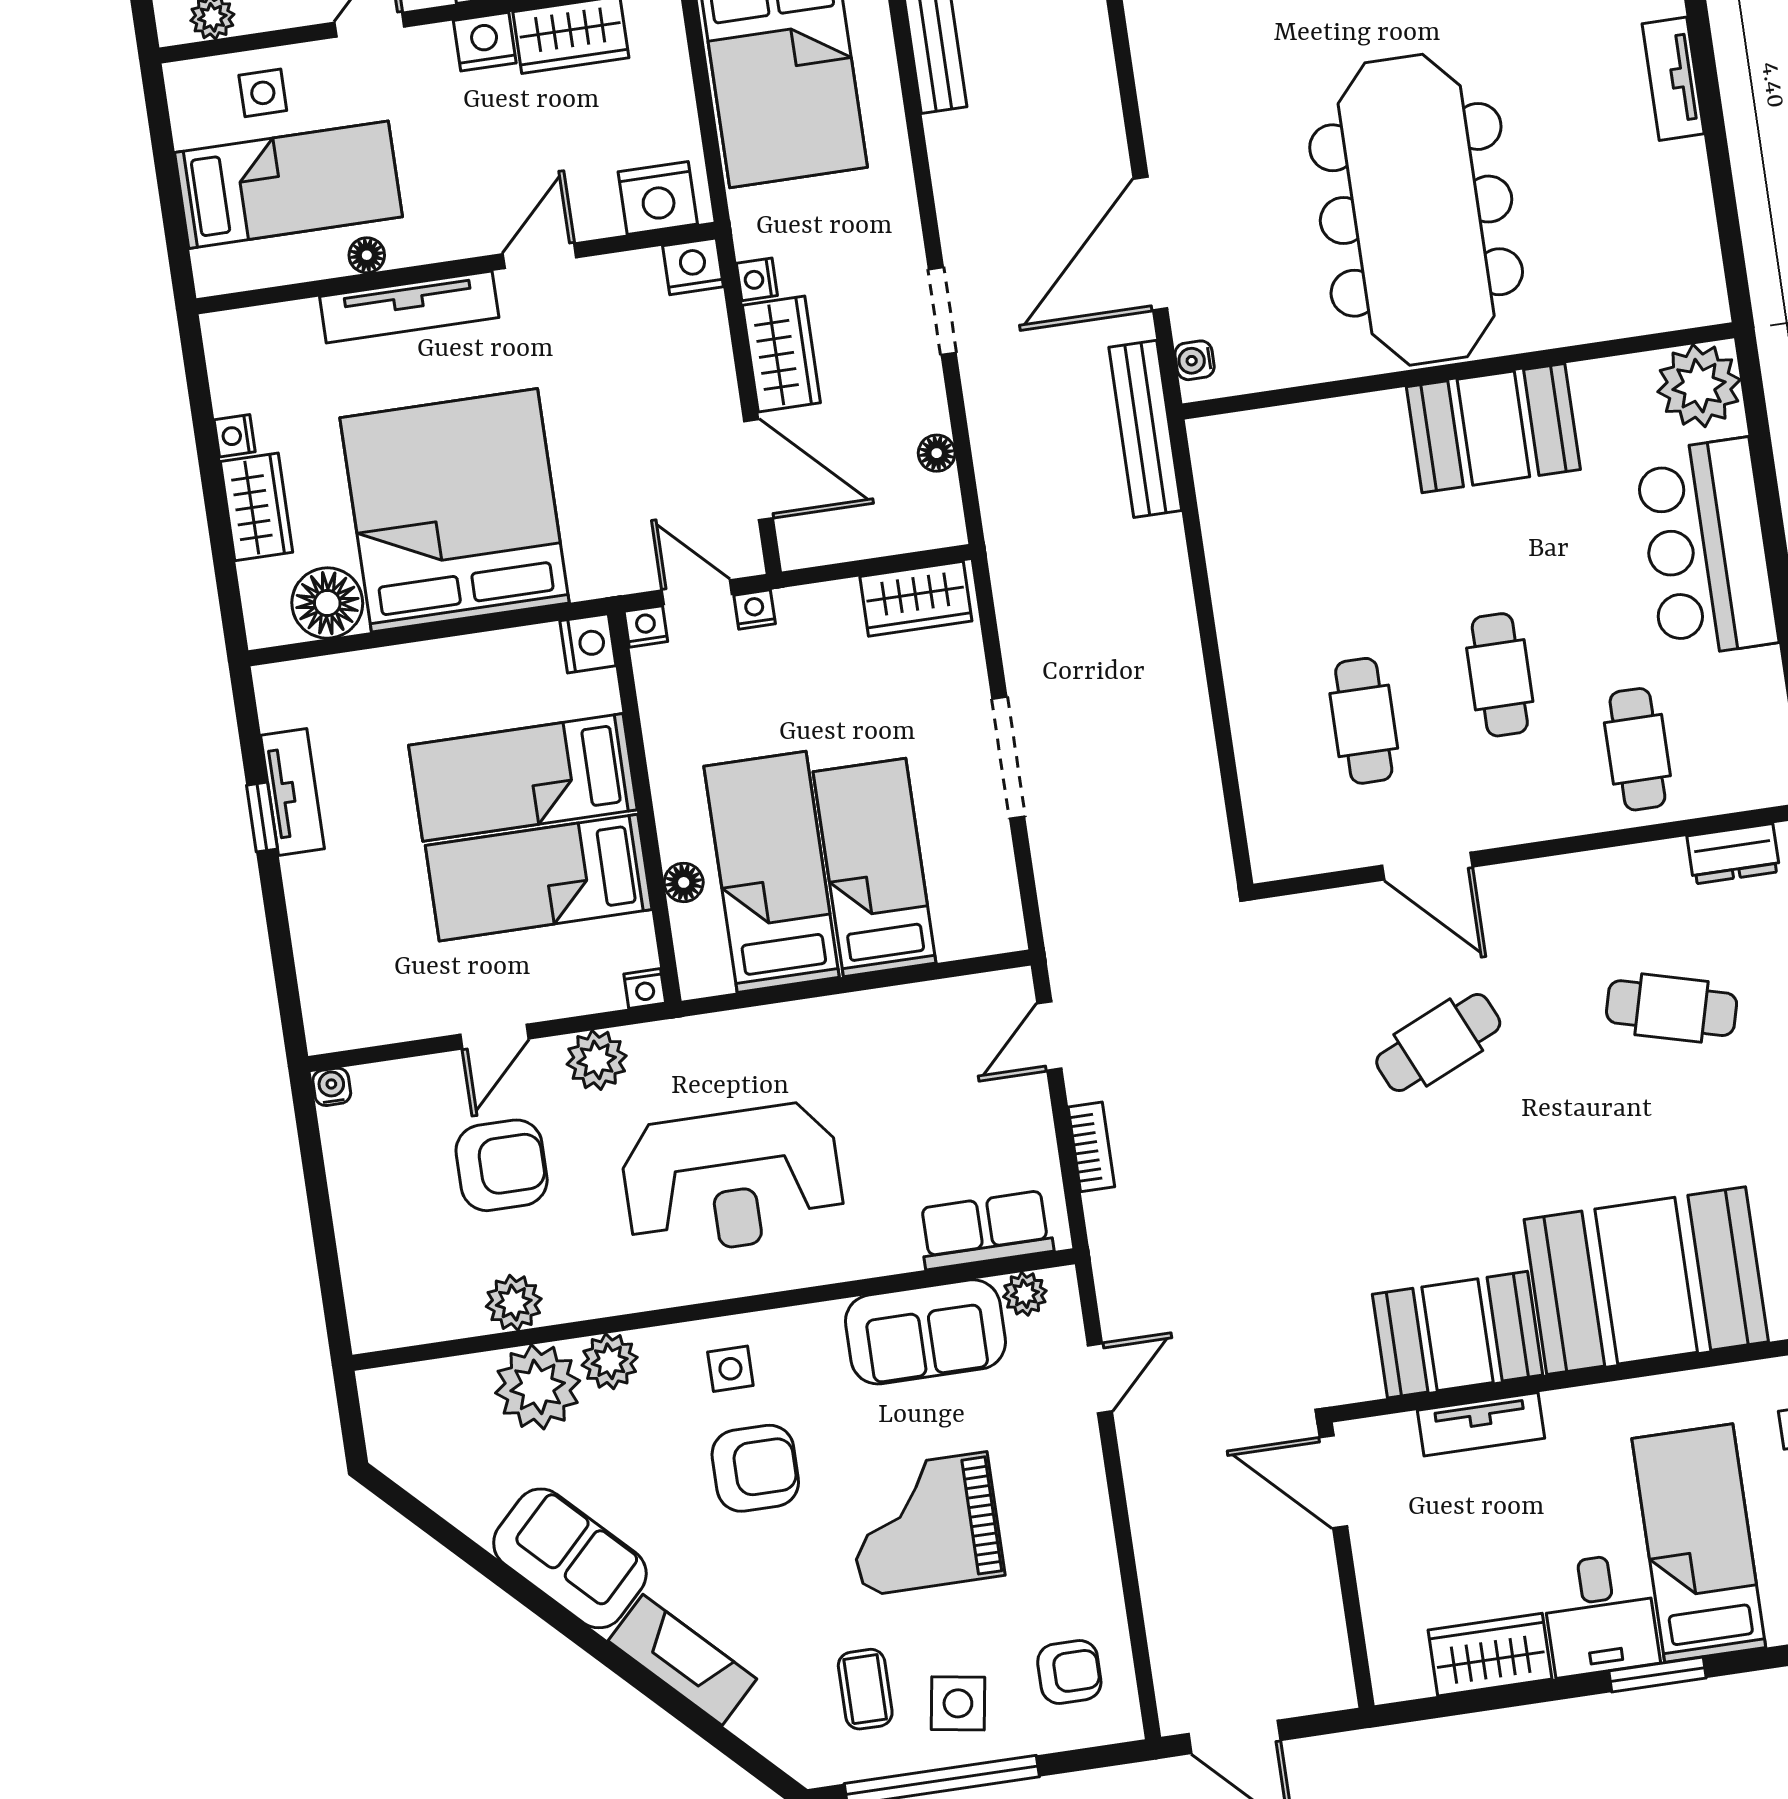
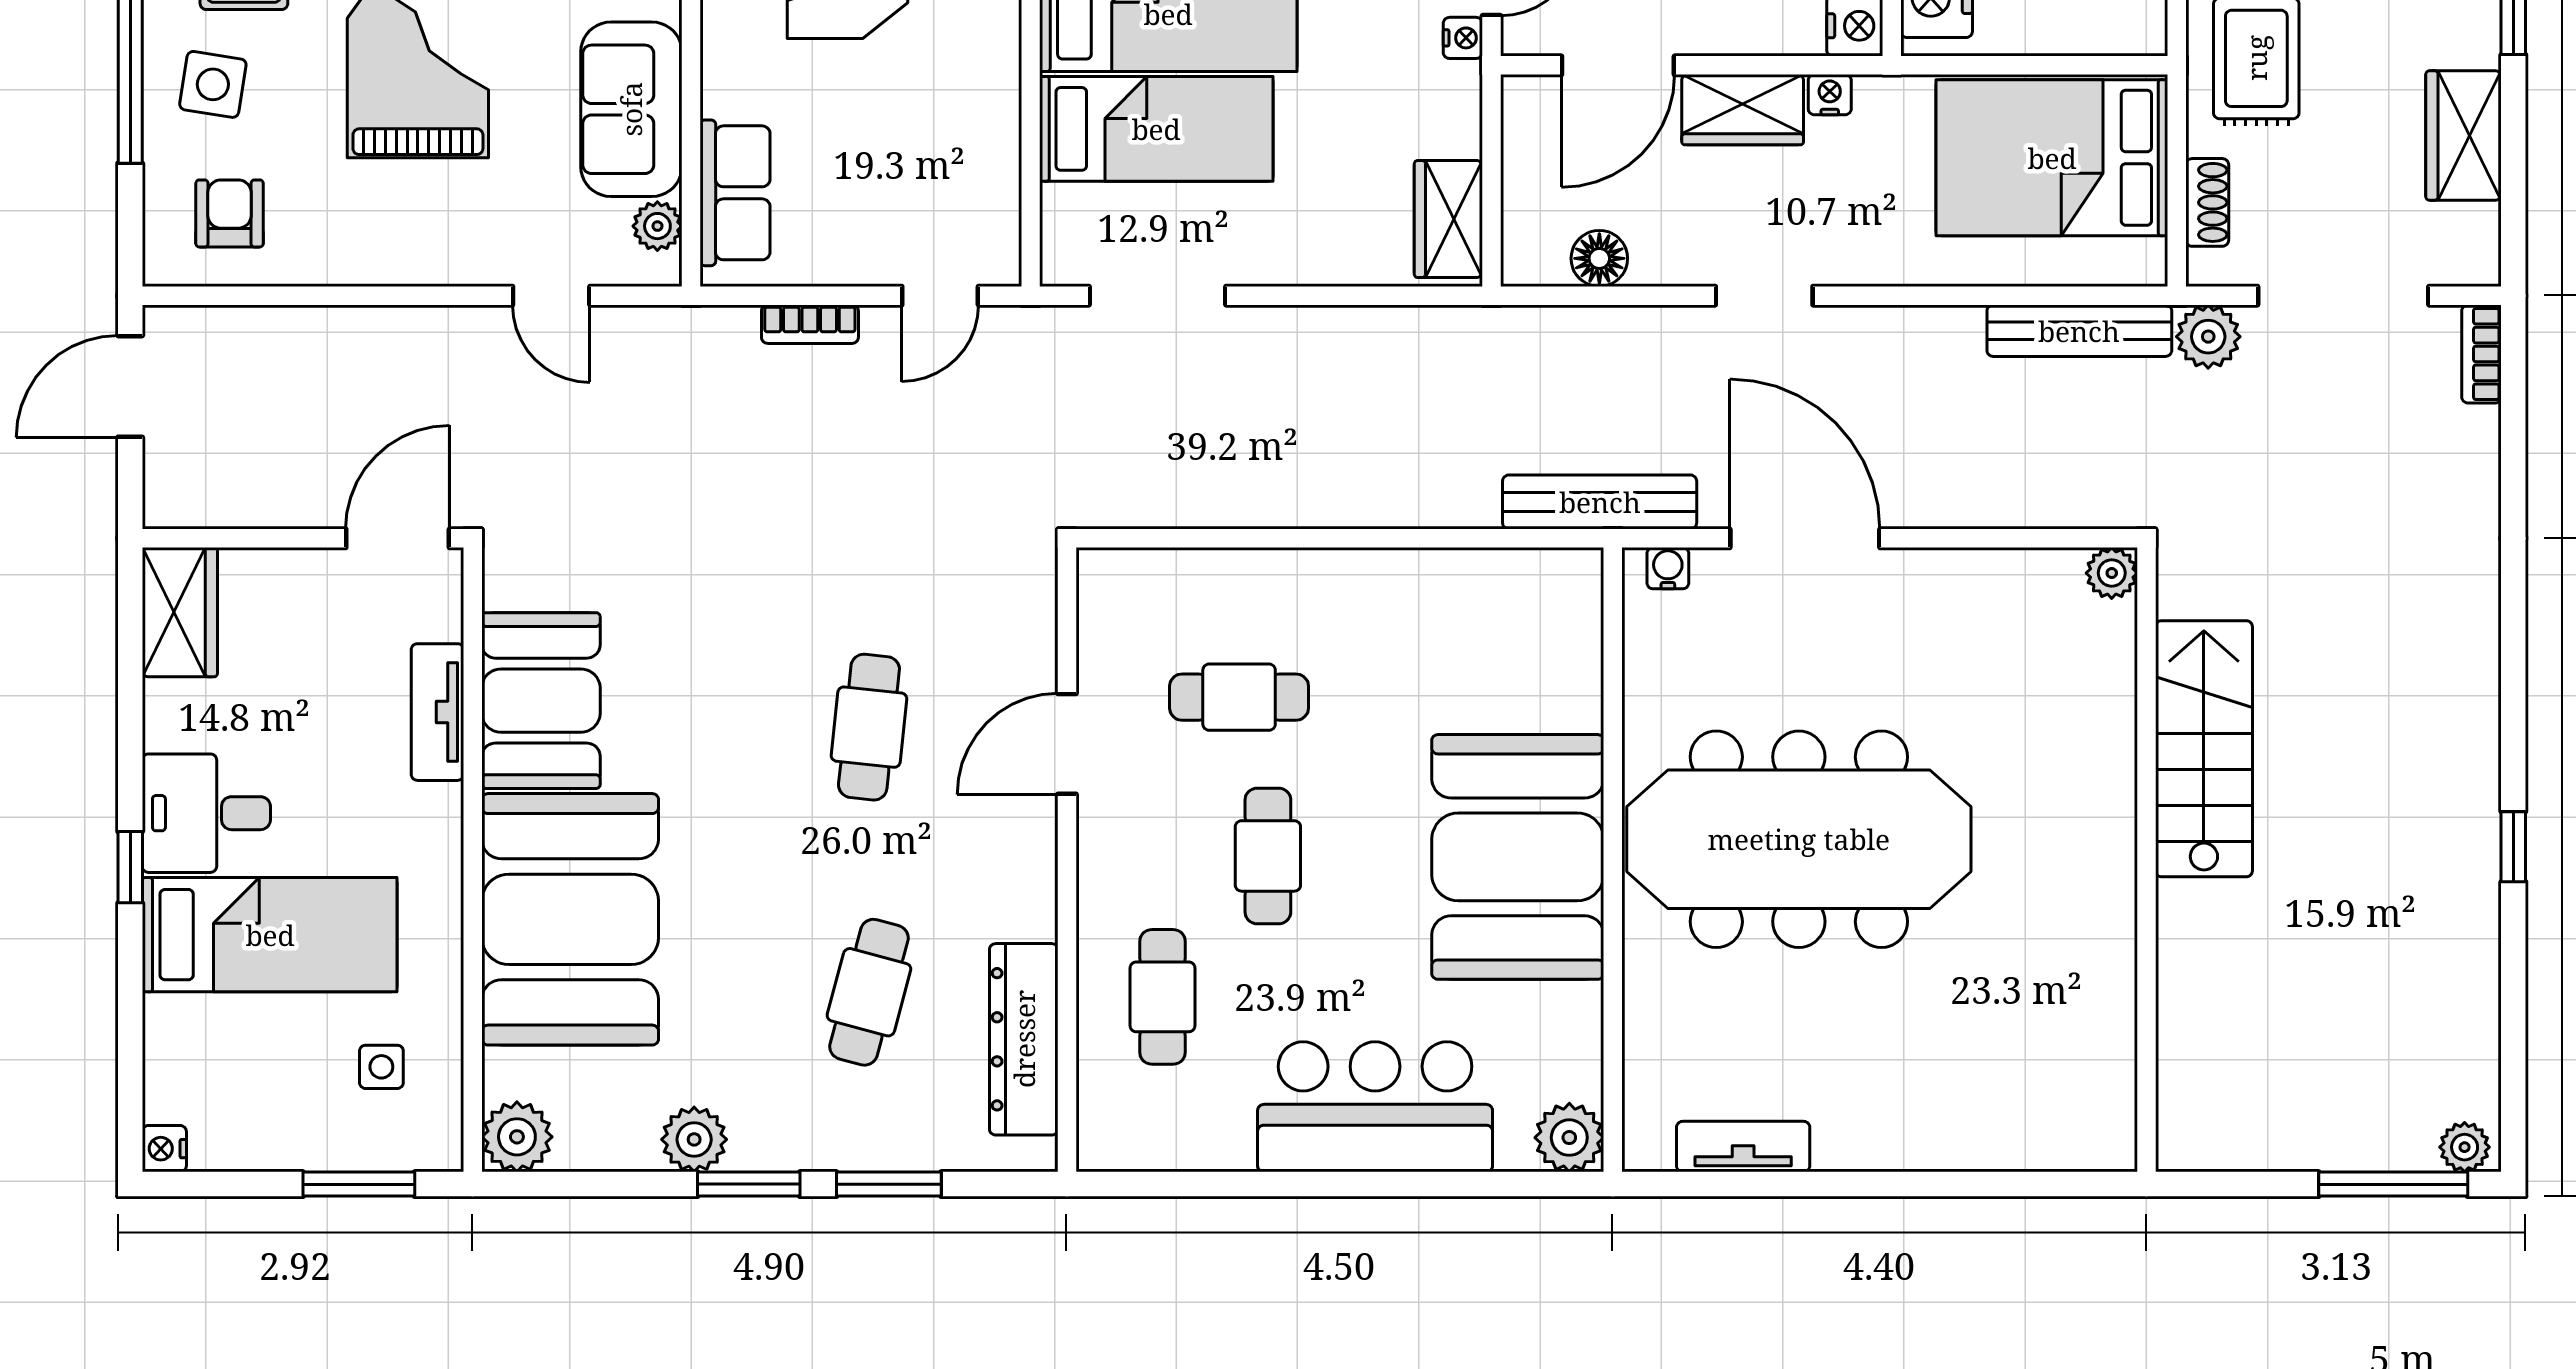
tv unit: (1673, 79) -> (1743, 1147), moved
plant: (1699, 386) -> (1569, 1138), width x0.73, depth x0.73
booth: (1493, 428) -> (1518, 857), width x1.36, depth x1.42
floor lamp: (937, 453) -> (1599, 258), width x1.37, depth x1.37
cafe table: (1500, 675) -> (1268, 856), turned 90
cafe table: (1637, 749) -> (1162, 997), turned 90
doorway: (1008, 758) -> (1157, 296), moved
dresser: (1733, 854) -> (1024, 1039), width x1.96, depth x1.24
door: (1049, 1036) -> (940, 296), swing flipped
cafe table: (1438, 1043) -> (869, 727), turned 30
wardrobe: (1490, 1655) -> (180, 612), moved
armchair: (1069, 1672) -> (230, 213), turned 180
window: (1657, 1674) -> (130, 867), width x0.67

